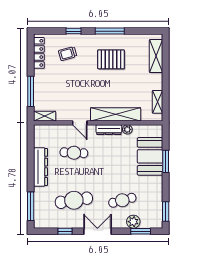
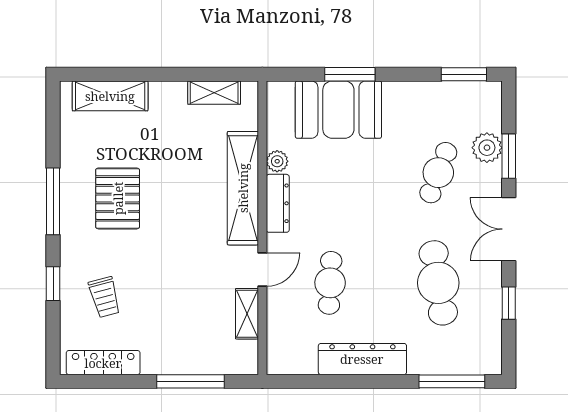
shelving: (45, 116) -> (247, 314), moved
cafe table: (122, 200) -> (438, 173), turned 36
window: (141, 231) -> (509, 156), moved

